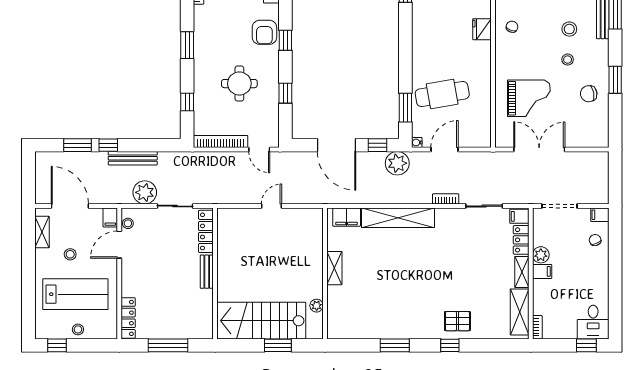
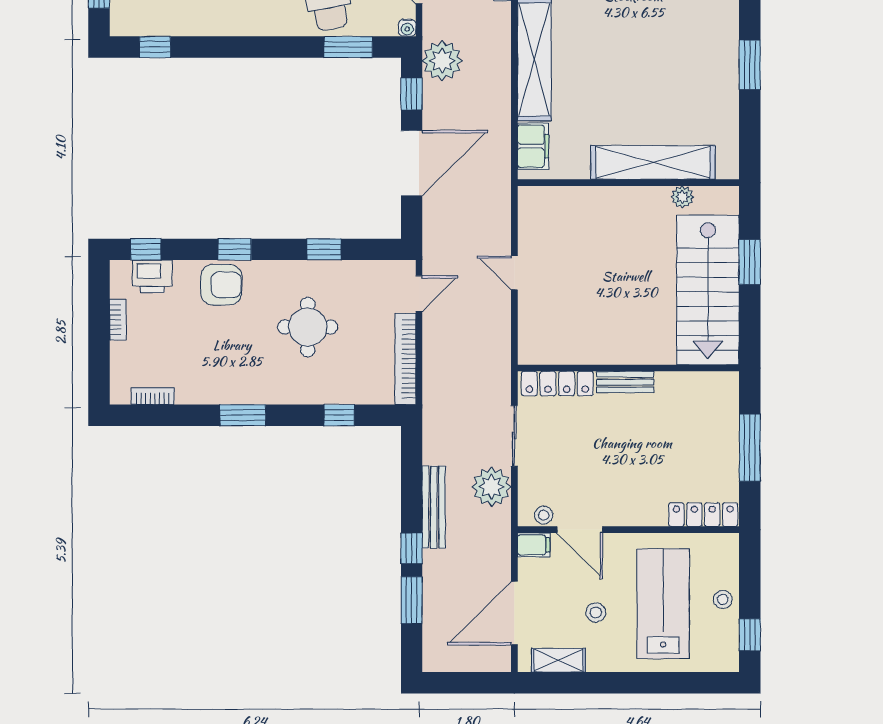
shelving: (334, 268) -> (653, 162), width x2.20, depth x1.33

